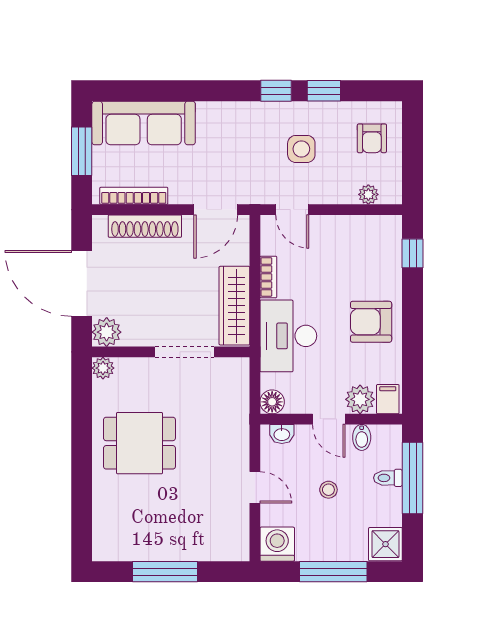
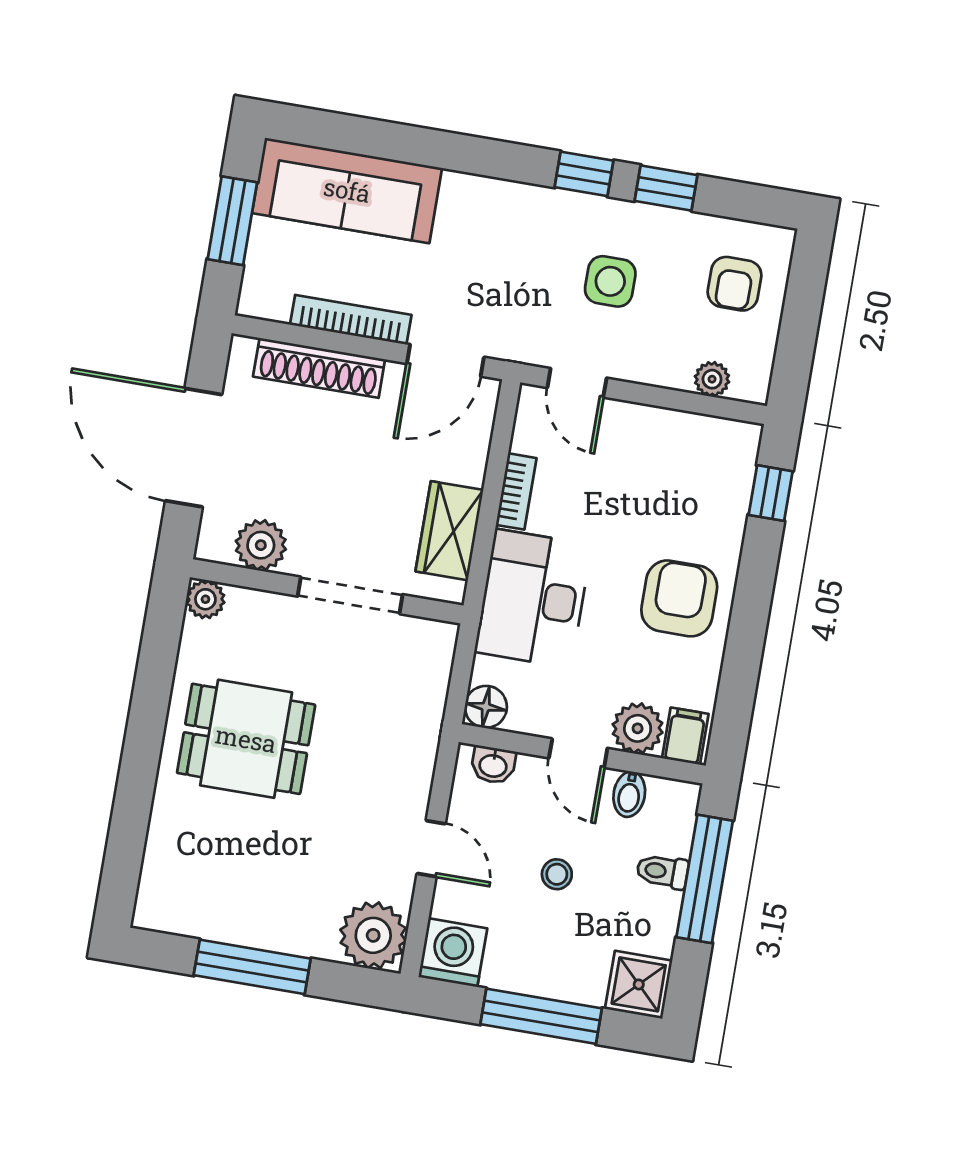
bookcase: (134, 196) -> (351, 320), moved
wardrobe: (234, 306) -> (449, 531), width x0.67
armchair: (371, 322) -> (679, 598), turned 90
plant: (107, 332) -> (261, 545), moved
plant: (230, 542) -> (373, 935), added

